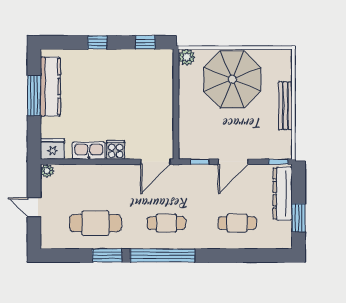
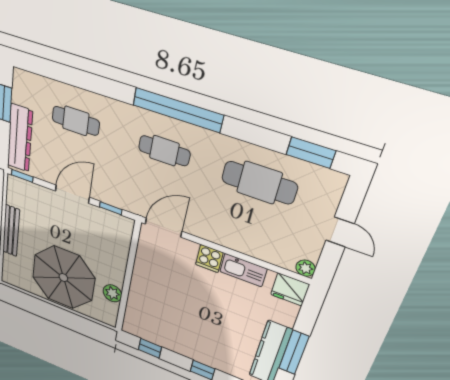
plant: (187, 57) -> (112, 293), moved
window: (107, 255) -> (311, 153), moved

